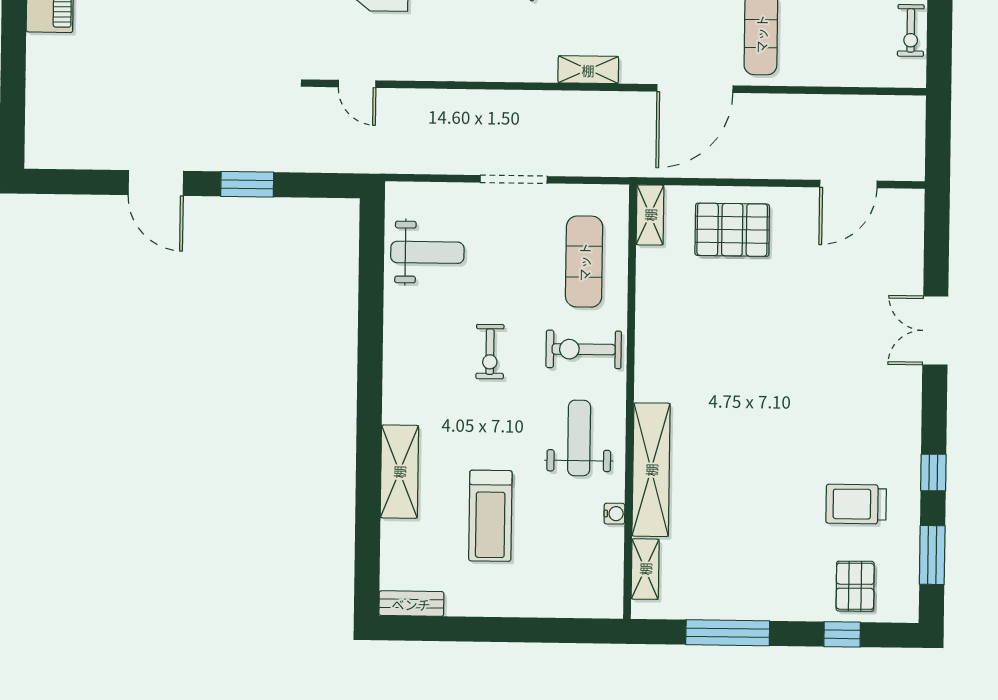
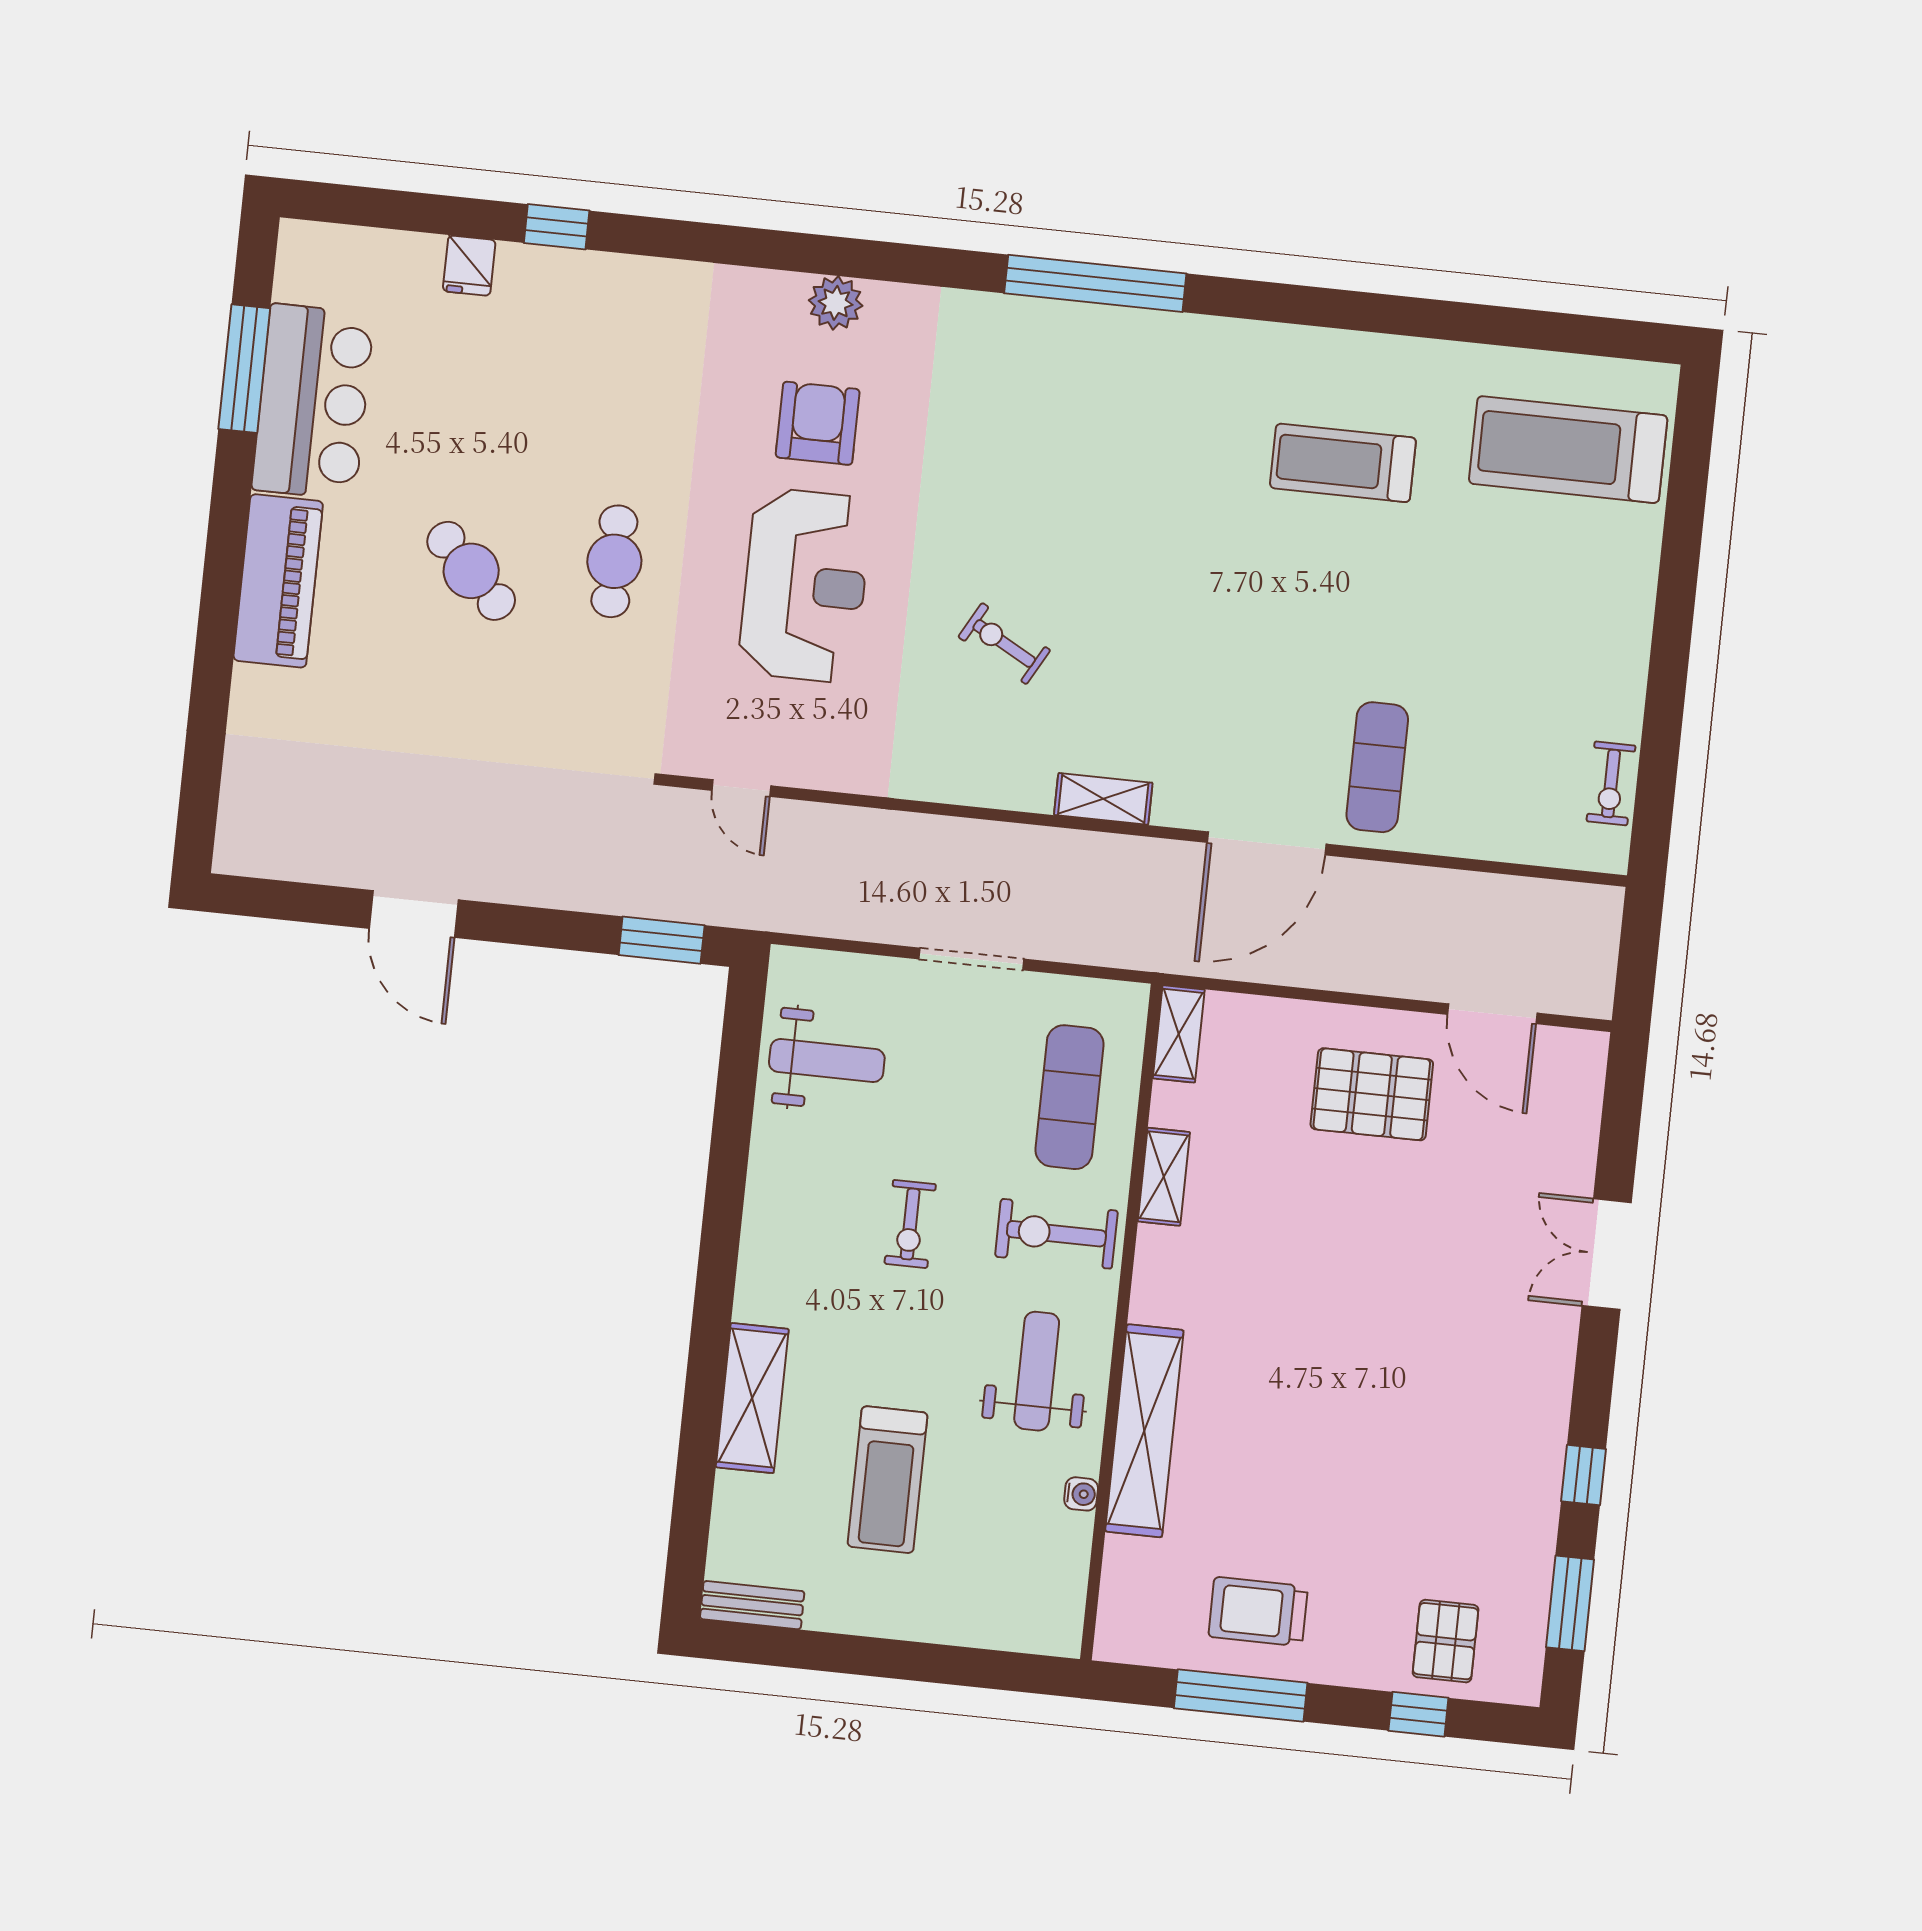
window: (247, 184) -> (662, 940), moved
door: (848, 184) -> (1492, 1014), hinge flipped
pallet: (732, 230) -> (1372, 1094), moved
trolley: (856, 504) -> (1258, 1612), moved
shelving: (645, 569) -> (1164, 1177), moved

